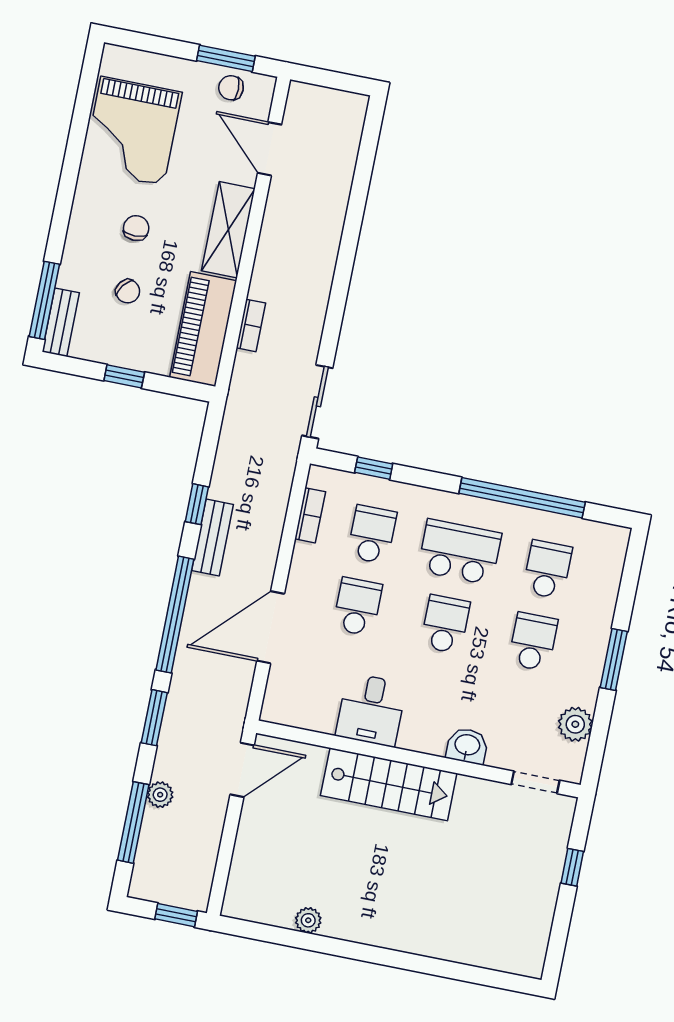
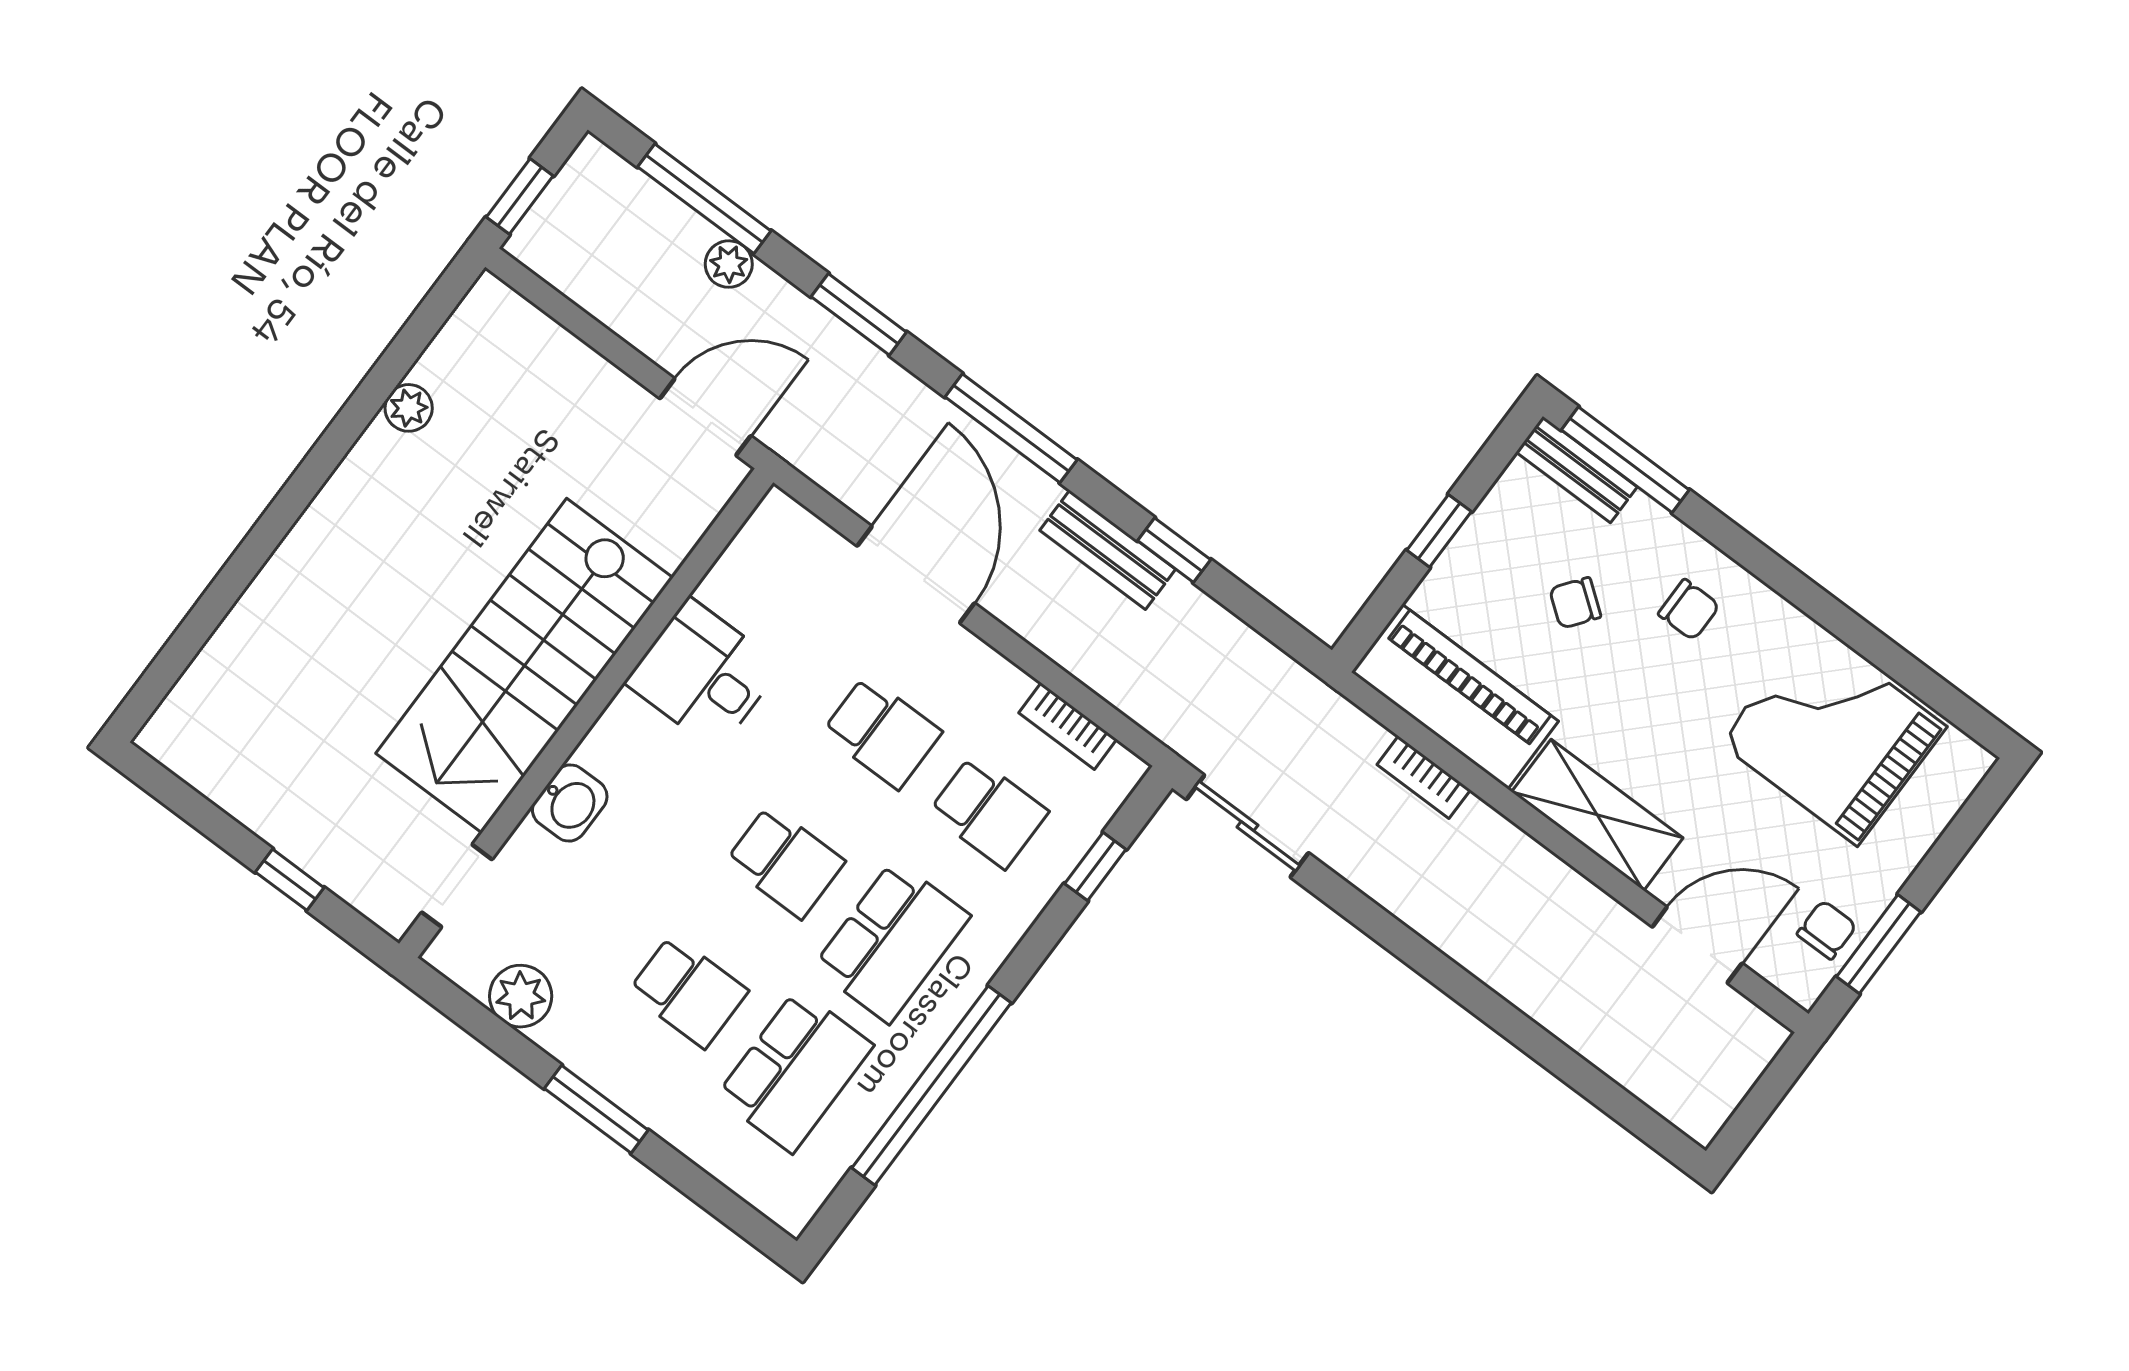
chair: (136, 228) -> (1689, 610), moved
school desk: (547, 570) -> (795, 1071), width x1.85
window: (175, 615) -> (1011, 428), width x0.68
door: (242, 770) -> (705, 417), swing flipped
stairs: (389, 784) -> (524, 666), width x1.36, depth x1.51

